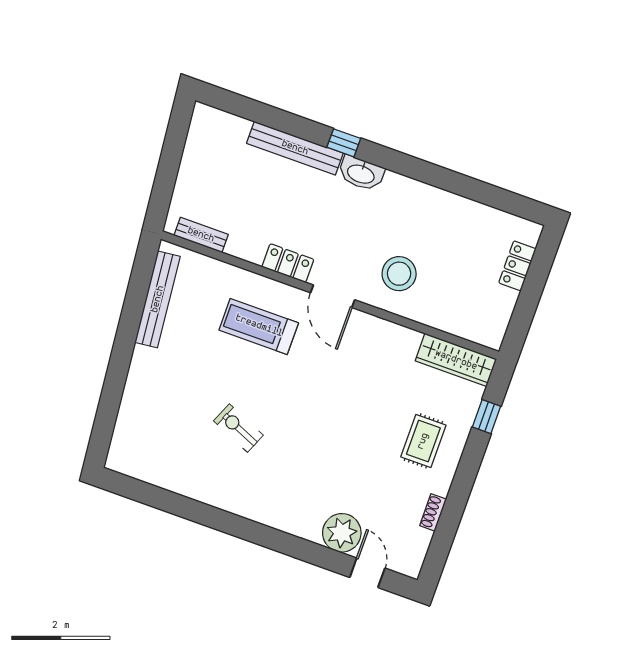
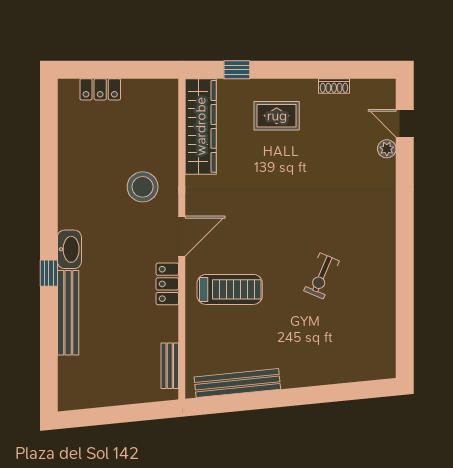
treadmill: (259, 326) -> (230, 289), turned -90
wardrobe: (456, 360) -> (201, 126), width x1.40, depth x1.17
plant: (342, 533) -> (387, 149), width x0.53, depth x0.53
door: (367, 573) -> (405, 123), hinge flipped

